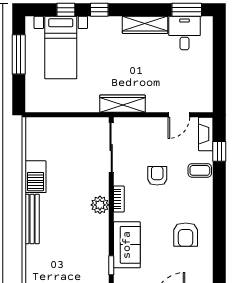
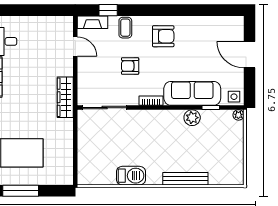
plant: (100, 205) -> (192, 118), moved
bench: (32, 219) -> (185, 179), moved
armchair: (186, 235) -> (163, 36), moved
sofa: (127, 245) -> (192, 93), width x1.36

